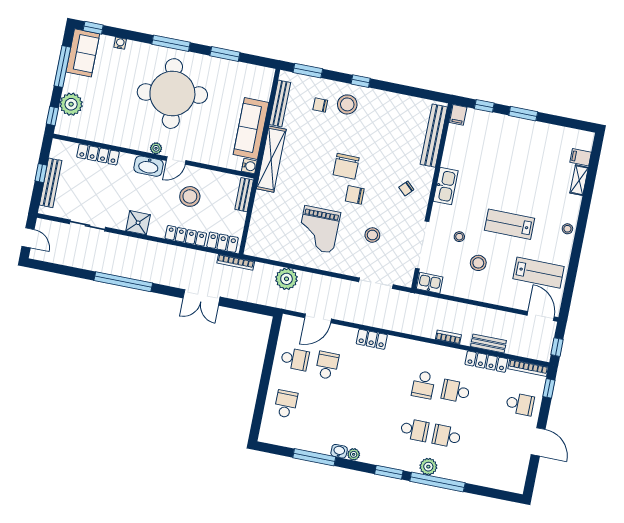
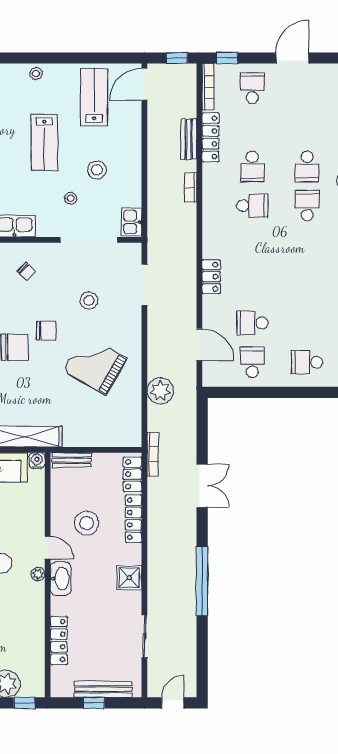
chair: (355, 195) -> (46, 330), turned -90
grand piano: (319, 229) -> (95, 365), turned -150

